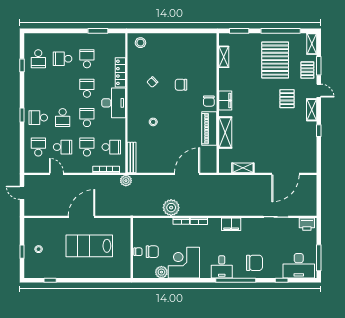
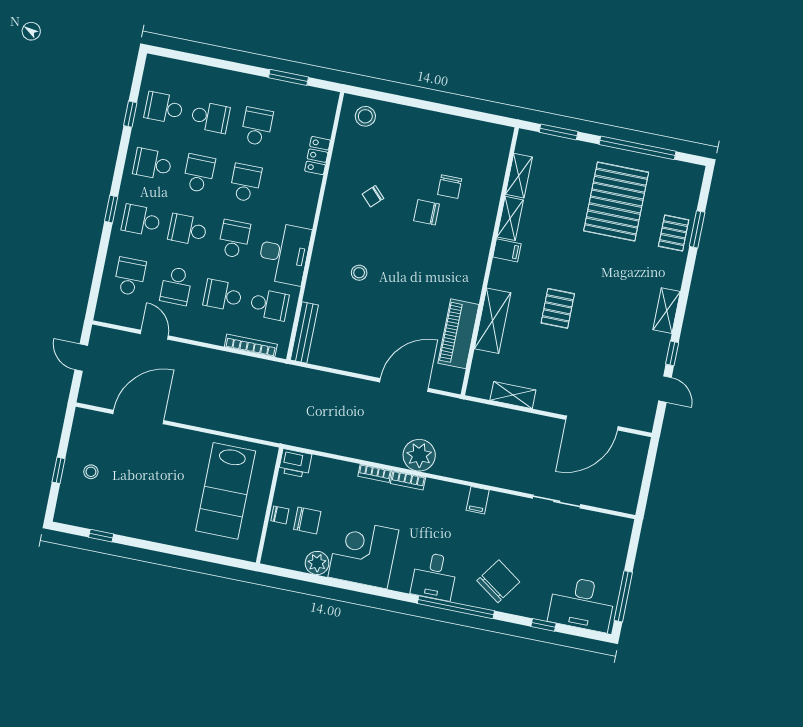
shelving: (312, 44) -> (510, 218), moved
school desk: (38, 59) -> (164, 108), turned 90
school desk: (63, 59) -> (210, 117), turned 180
locker: (120, 72) -> (317, 156), width x0.66
school desk: (38, 88) -> (152, 164), added
school desk: (63, 88) -> (199, 173), added
door: (319, 91) -> (665, 389), moved
pallet: (287, 99) -> (558, 308), moved
filing cabinet: (225, 100) -> (507, 250), width x0.50
chair: (209, 101) -> (450, 187), moved
desk: (114, 103) -> (284, 254), moved
school desk: (63, 118) -> (188, 230), turned 90
piano: (209, 129) -> (458, 334), moved
school desk: (63, 147) -> (176, 286), turned 90
school desk: (87, 147) -> (223, 295), turned -90
plant: (126, 181) -> (284, 374), removed
plant: (171, 208) -> (419, 455), moved
door: (82, 217) -> (138, 417), moved
filing cabinet: (231, 224) -> (478, 500), width x0.50
printer: (307, 224) -> (295, 463), moved
lab bench: (89, 246) -> (226, 491), moved, turned -90
chair: (254, 263) -> (498, 581), turned -55

